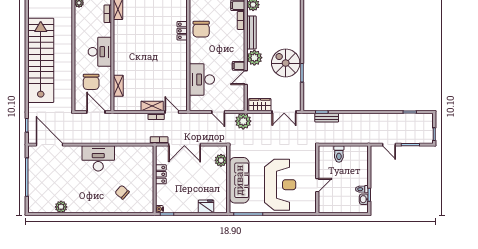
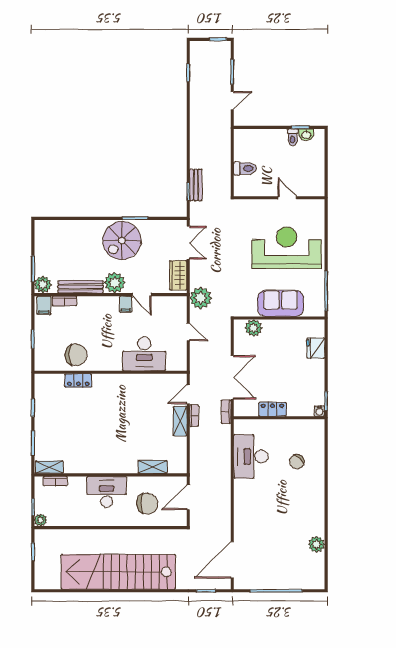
door: (218, 112) -> (188, 332), hinge flipped
desk: (98, 158) -> (251, 456), moved
sofa: (239, 180) -> (281, 303), width x0.73

